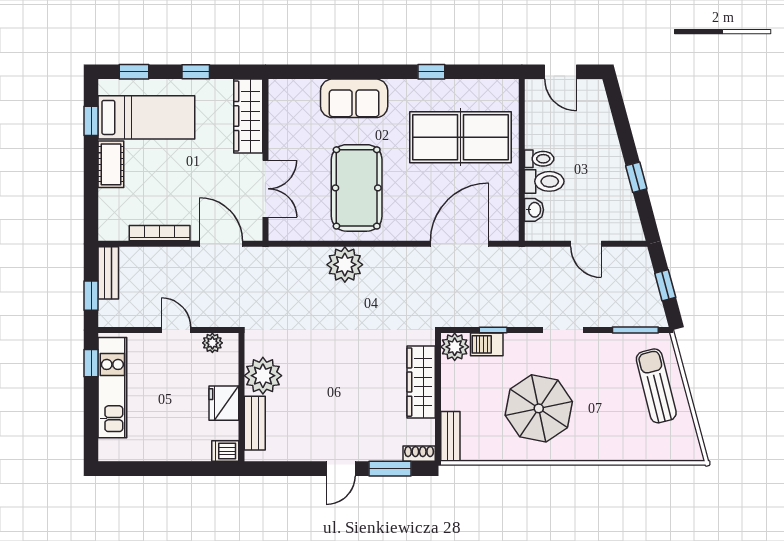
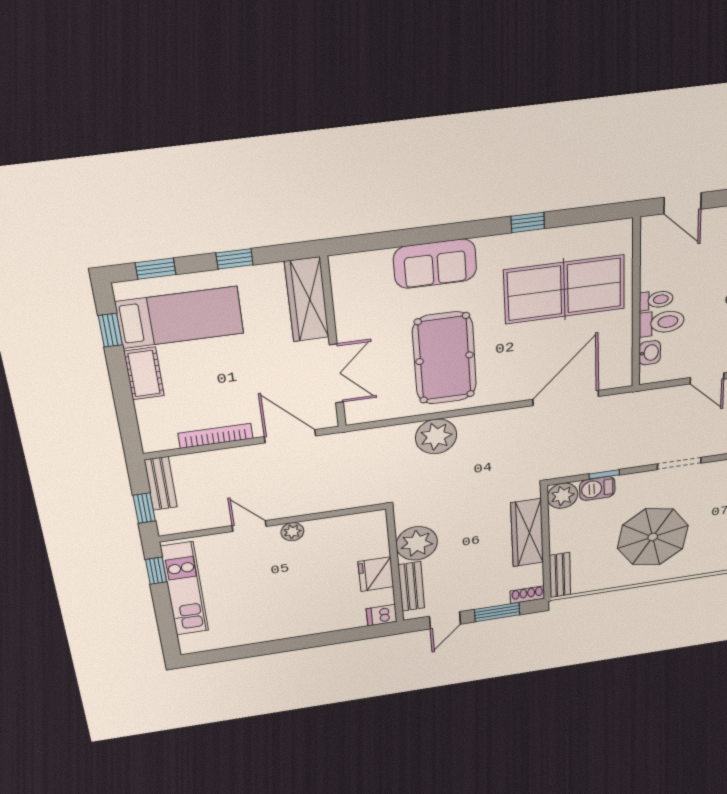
plant: (263, 376) -> (417, 543), moved
wall: (242, 397) -> (395, 566), moved
fridge: (224, 403) -> (376, 574), moved
bench: (255, 423) -> (411, 586), moved
dishwasher: (225, 451) -> (382, 615), moved

